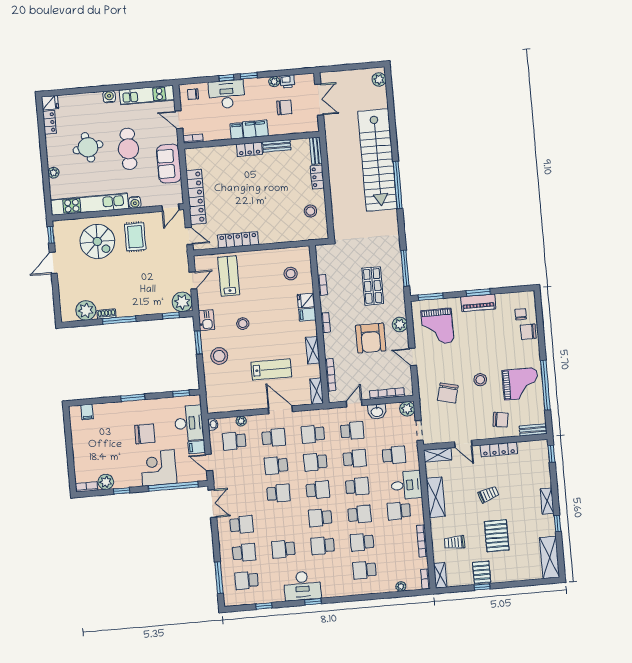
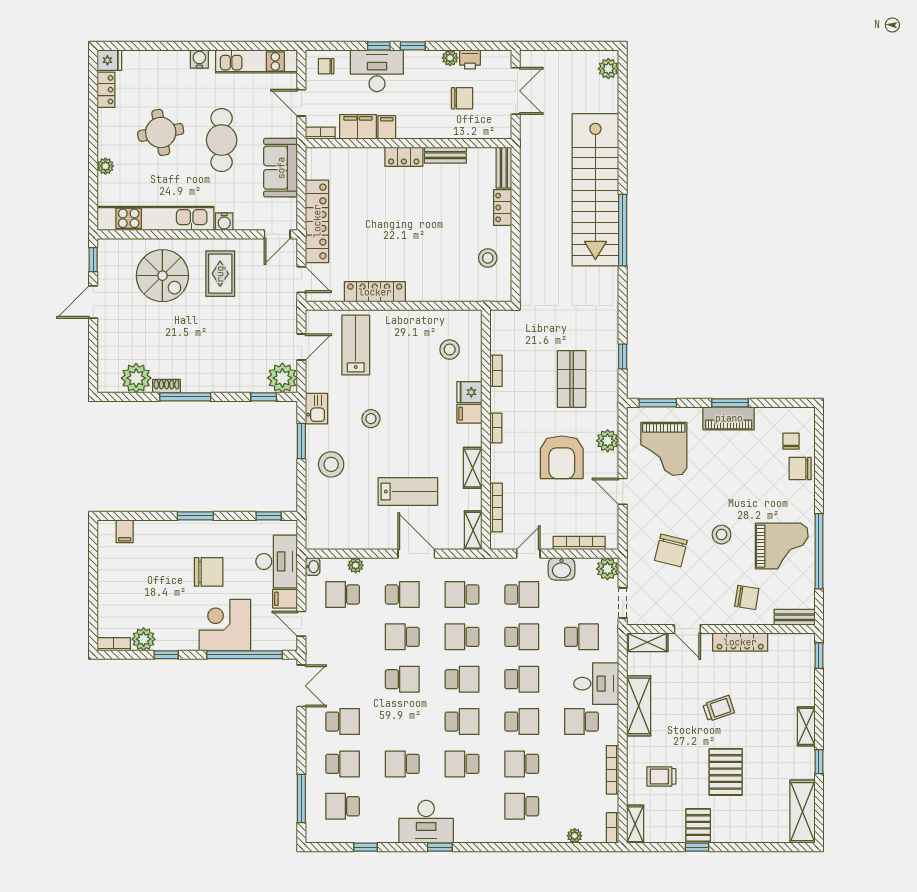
filing cabinet: (255, 129) -> (358, 127), moved
window: (405, 268) -> (623, 356), width x0.46
school desk: (320, 518) -> (462, 722), turned 180

